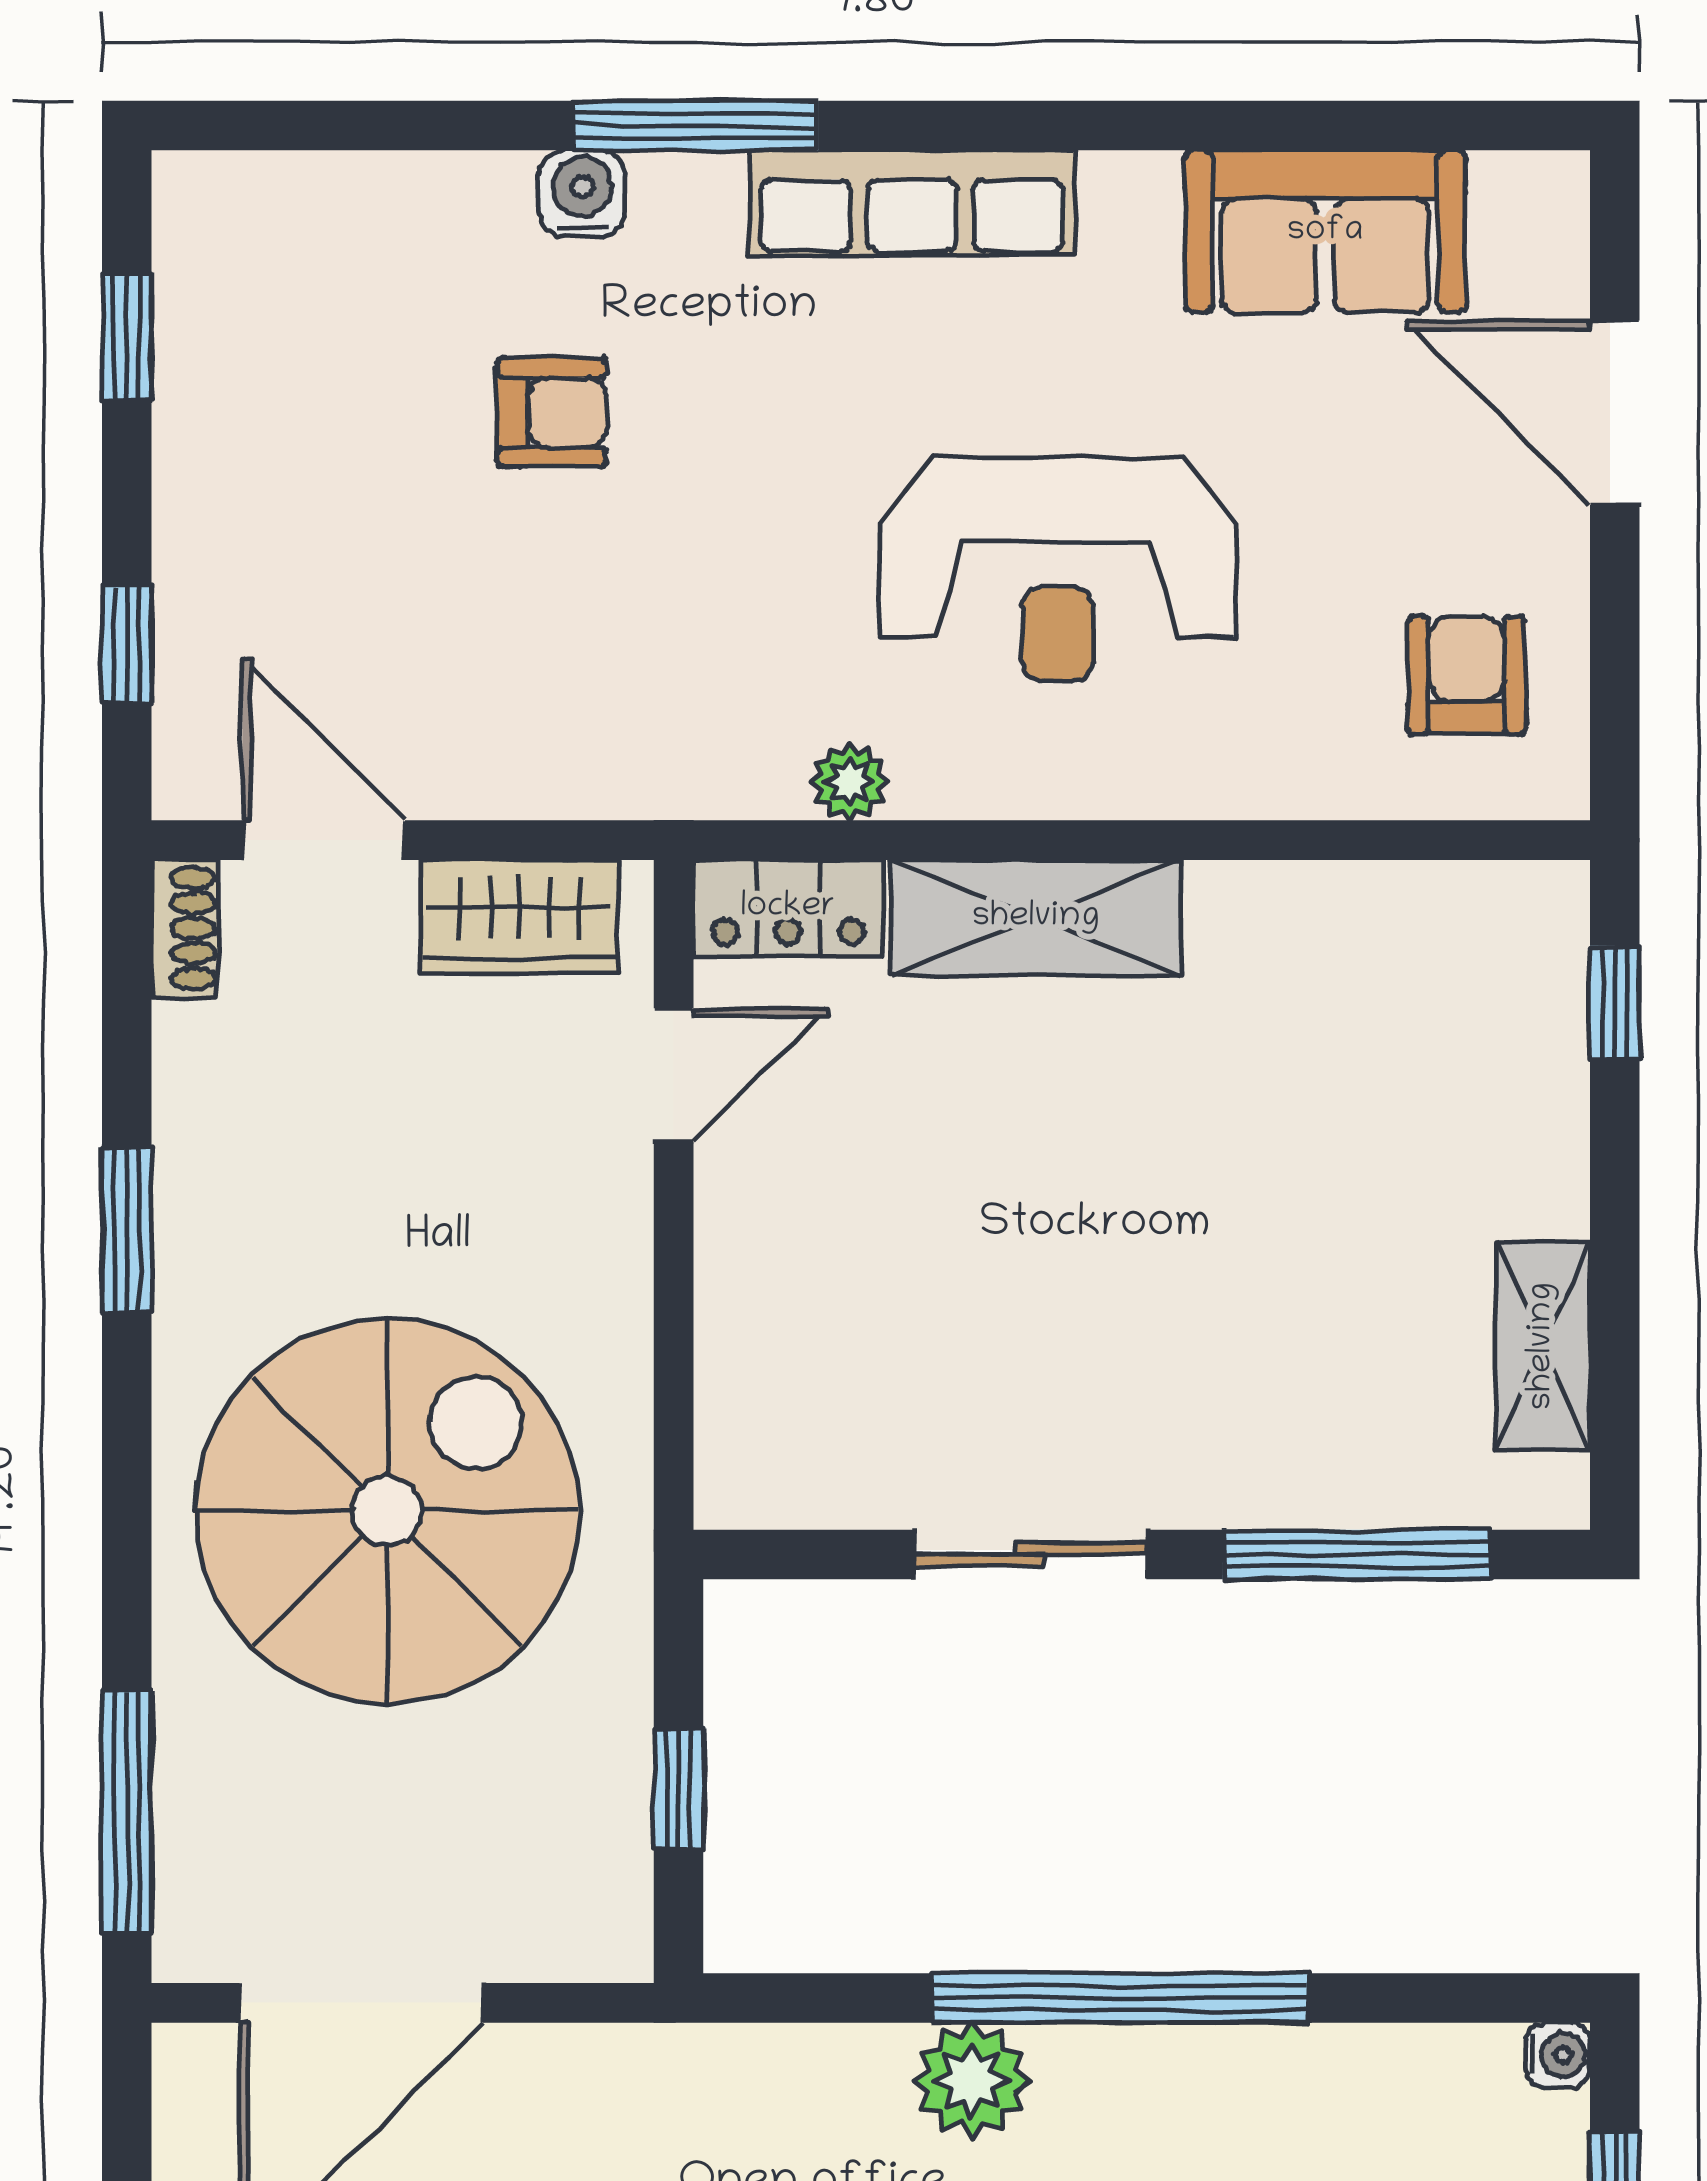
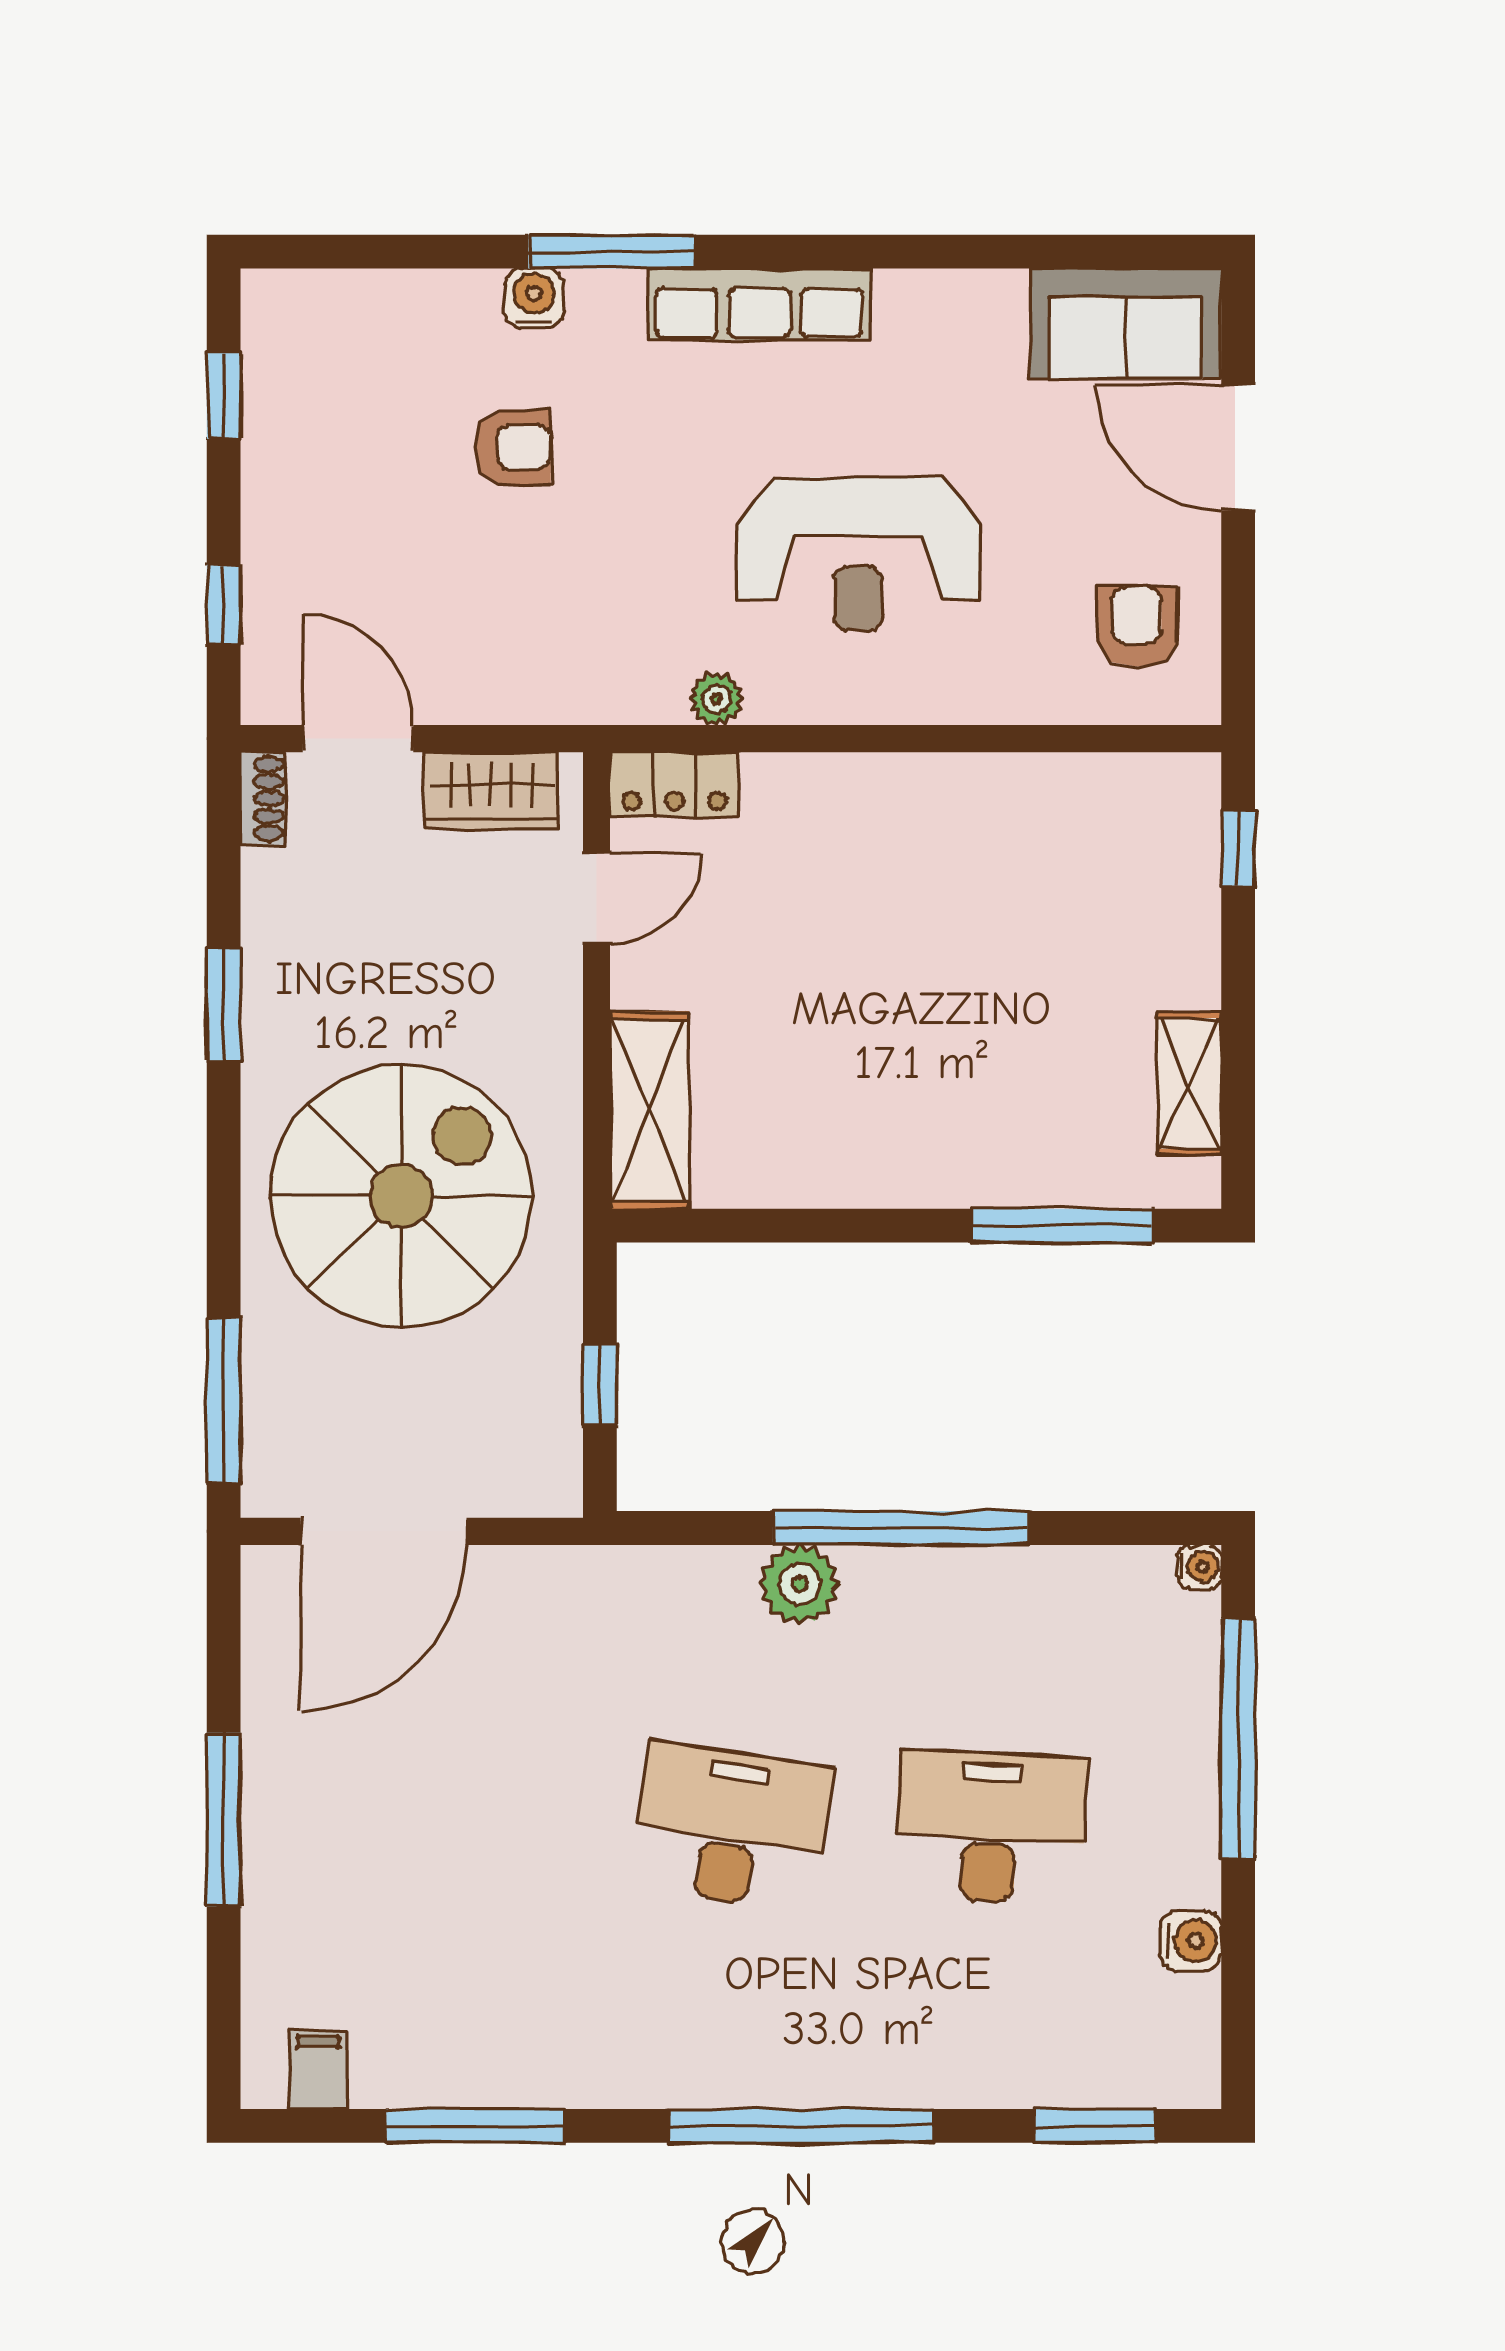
sofa: (1325, 232) -> (1125, 324), moved
shelving: (1036, 918) -> (649, 1110), moved, turned 90
sliding door: (1030, 1554) -> (840, 1226), removed

